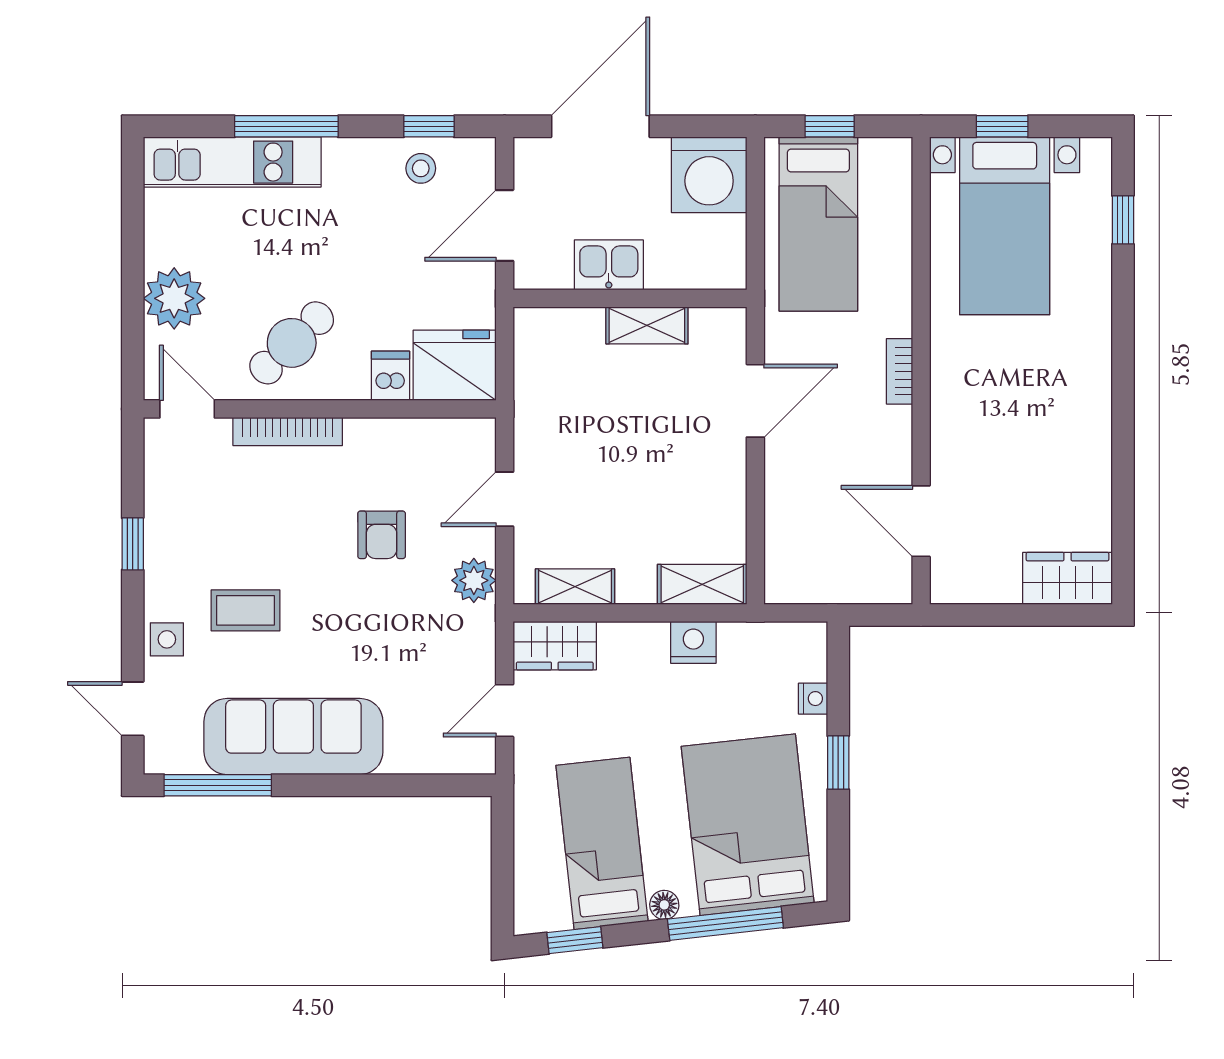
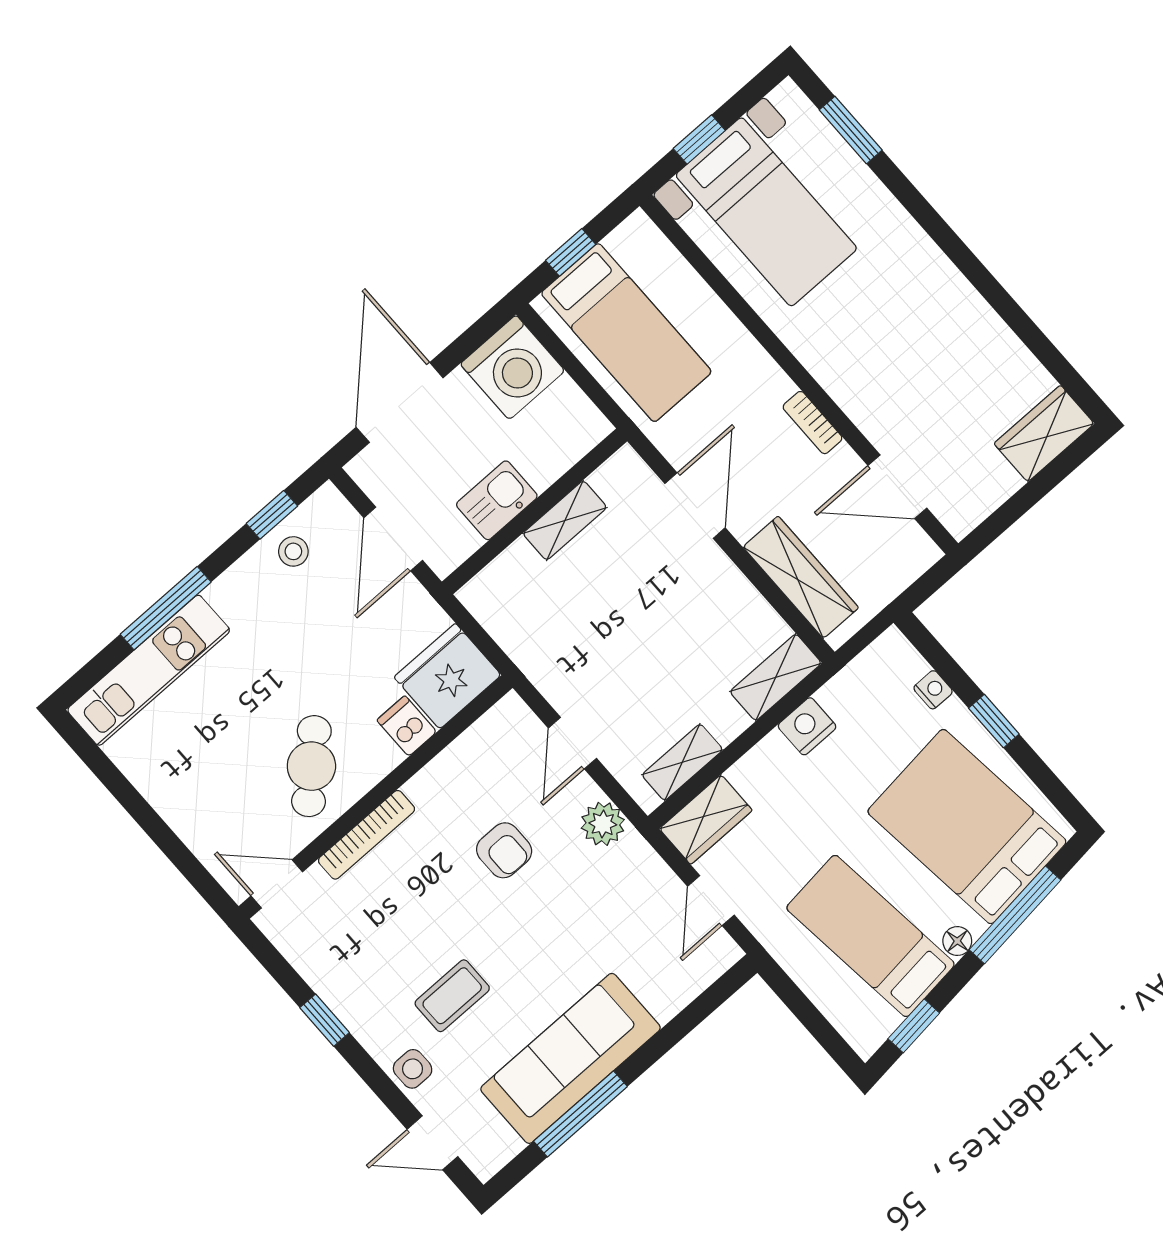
window: (1123, 220) -> (851, 130), width x1.50
plant: (174, 298) -> (195, 810), removed
bookcase: (899, 371) -> (812, 423), moved
wardrobe: (788, 525) -> (801, 577), added
window: (218, 785) -> (580, 1114), moved

